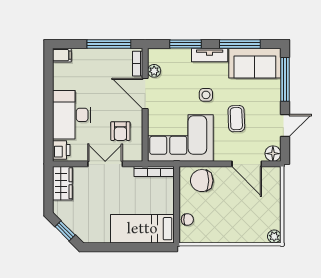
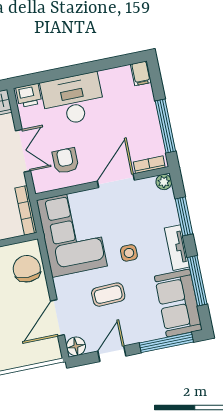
plant: (154, 71) -> (164, 182), moved
door: (285, 126) -> (112, 354), swing flipped
armchair: (120, 131) -> (65, 161), turned 90

